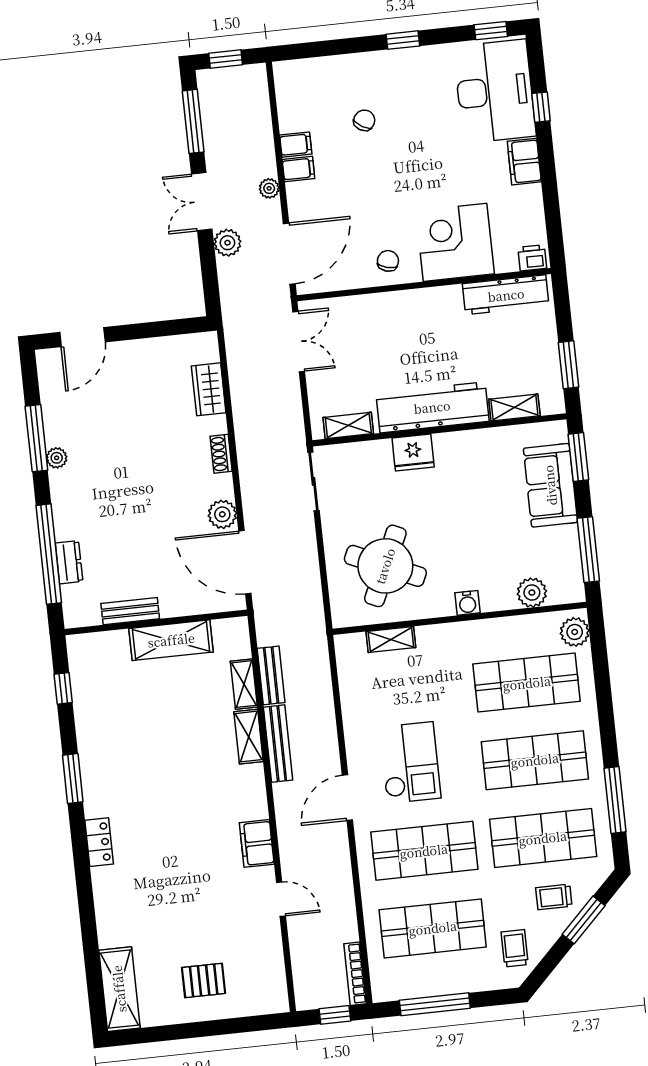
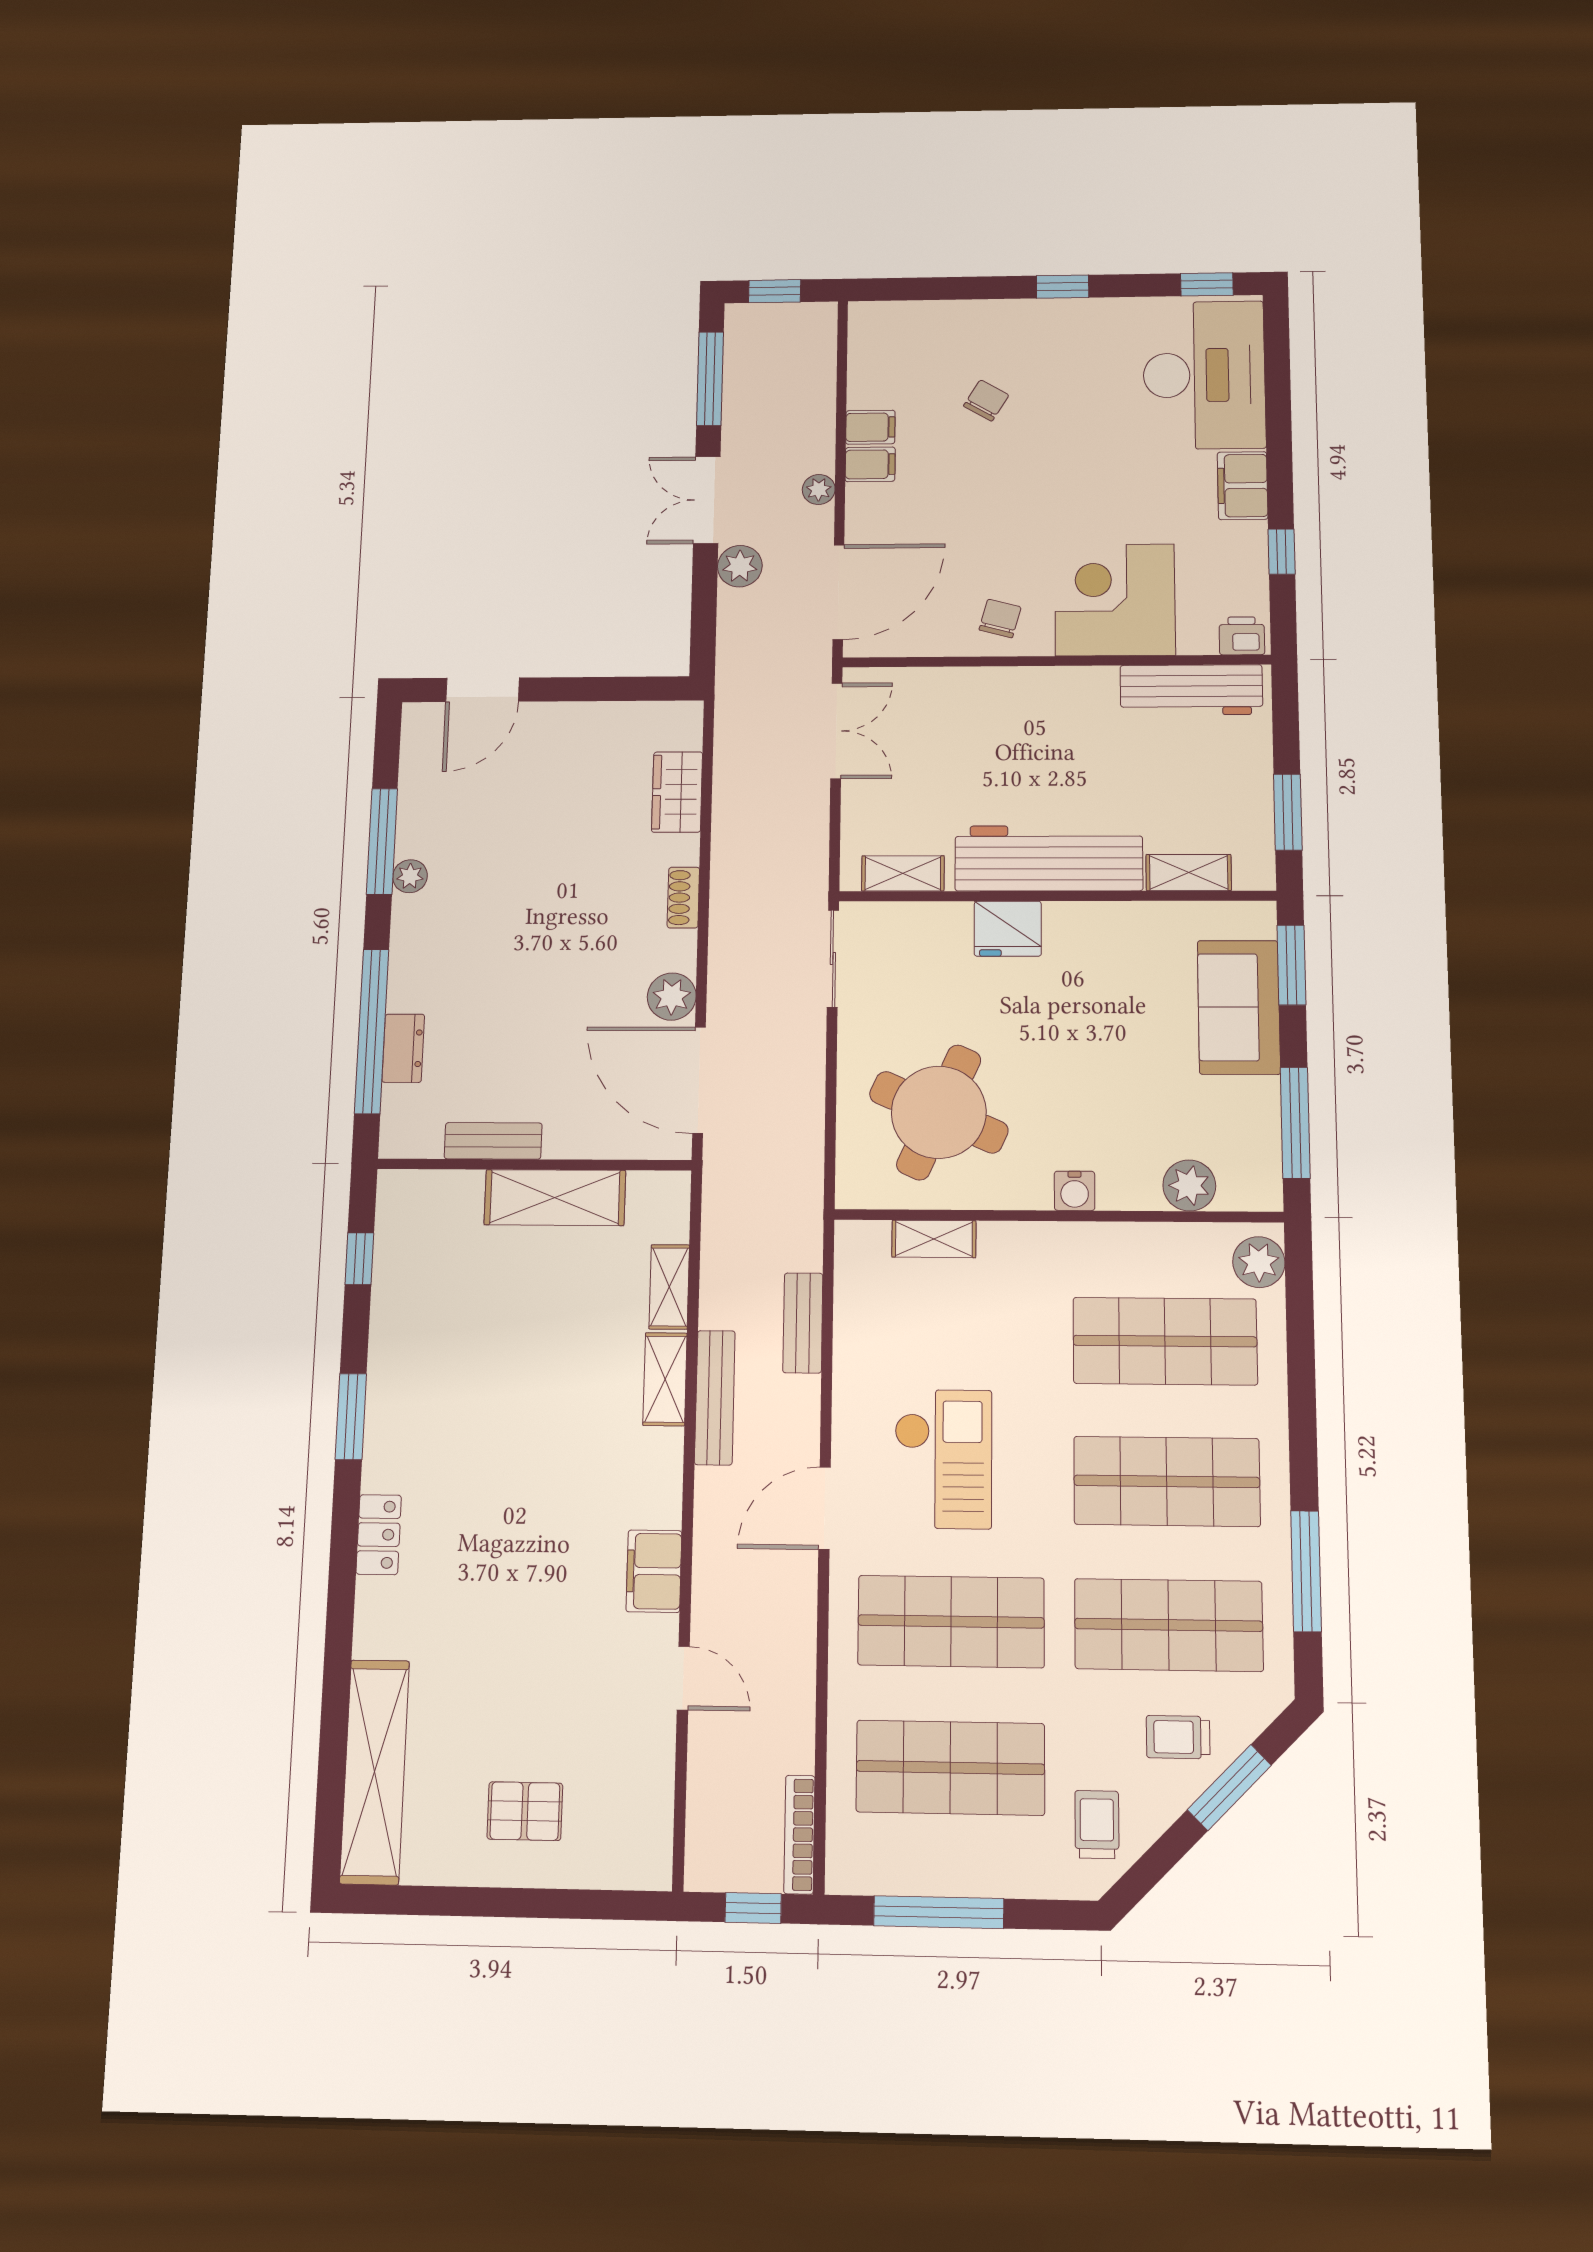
window: (541, 107) -> (1282, 552), moved
bench: (271, 675) -> (803, 1323), moved
shelving: (119, 989) -> (375, 1772), width x1.47

